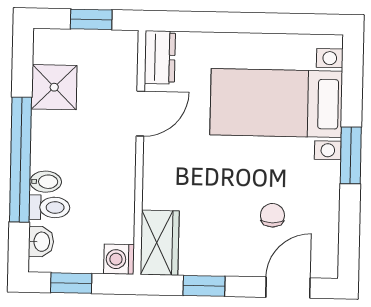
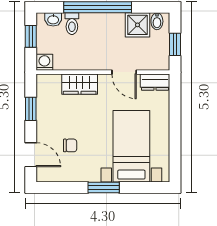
bidet: (46, 182) -> (157, 21), moved
wardrobe: (160, 243) -> (80, 84), moved

